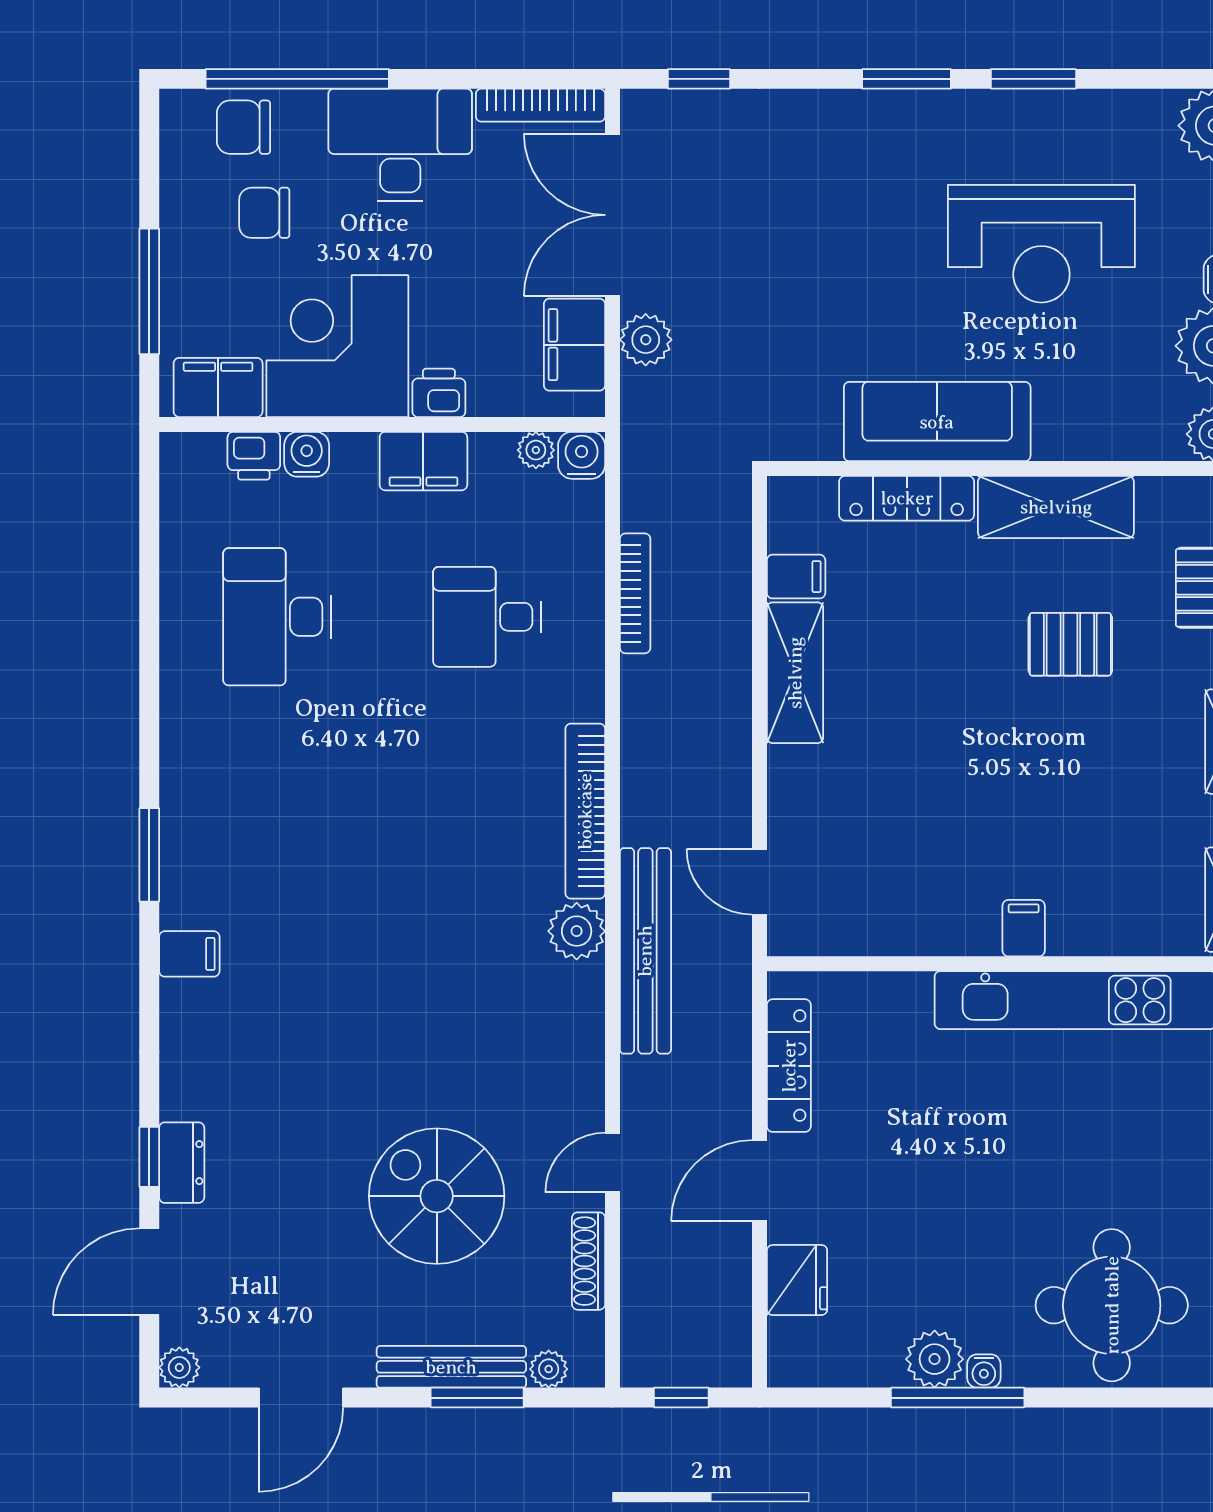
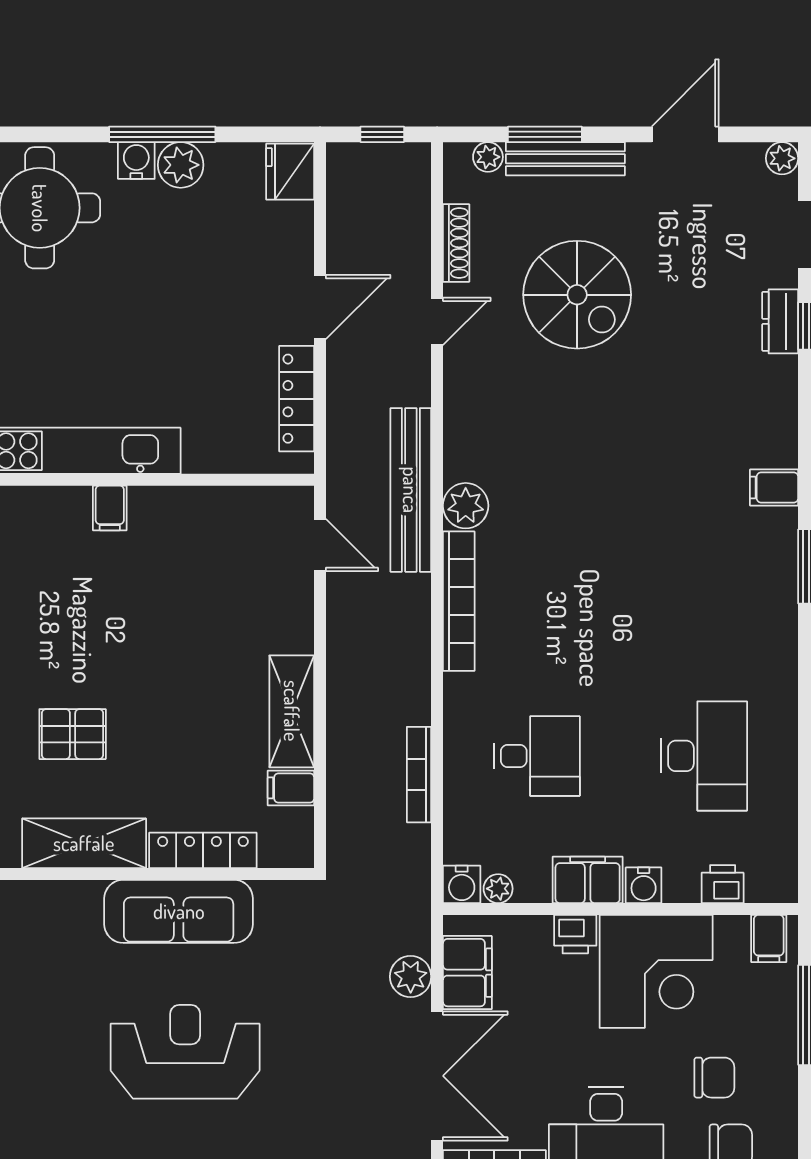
reception desk: (1041, 244) -> (185, 1052), moved
filing cabinet: (218, 387) -> (769, 939), width x0.50
water cooler: (307, 454) -> (644, 885), moved
fridge: (797, 1280) -> (290, 172), moved
water cooler: (984, 1371) -> (136, 161), width x1.38, depth x1.38

